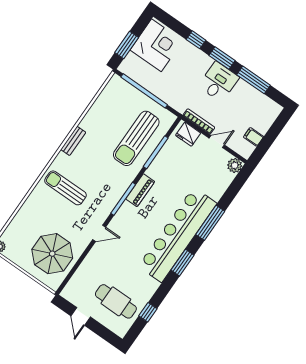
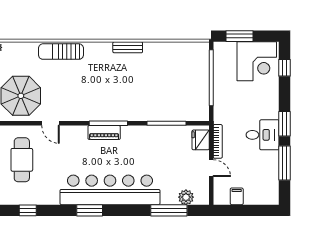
window: (196, 40) -> (284, 68), moved
sun lounger: (136, 138) -> (167, 99), removed
plant: (235, 165) -> (186, 197), moved
sun lounger: (65, 188) -> (61, 52), moved, turned -90
piano: (140, 190) -> (104, 132), moved
window: (210, 223) -> (169, 210), moved
door: (99, 233) -> (51, 123), moved
cafe table: (116, 301) -> (22, 160), moved

